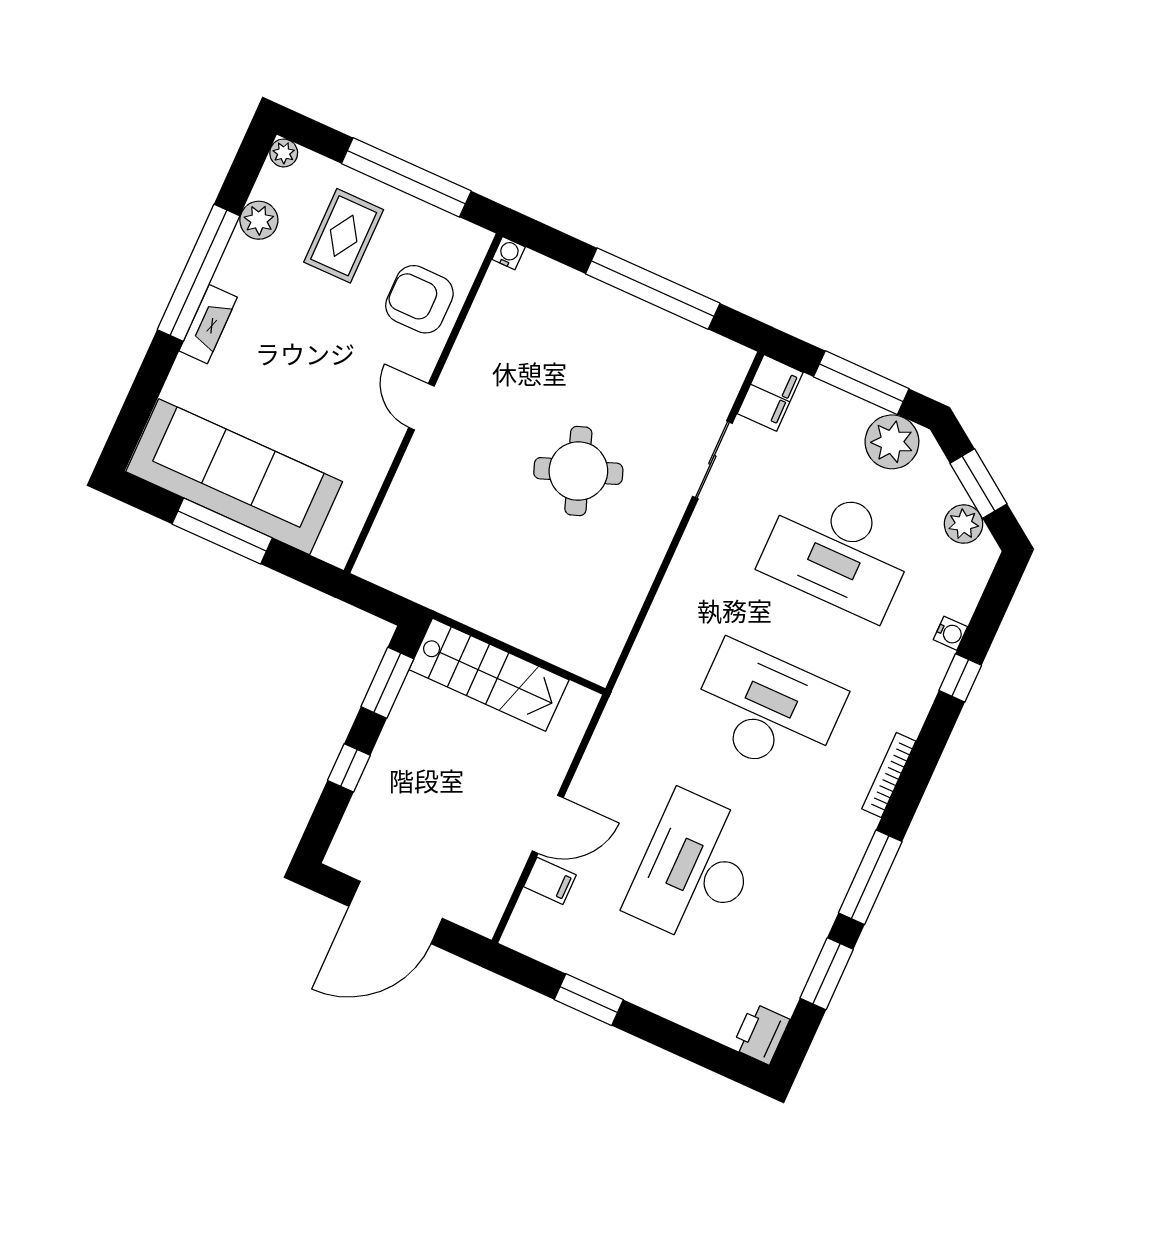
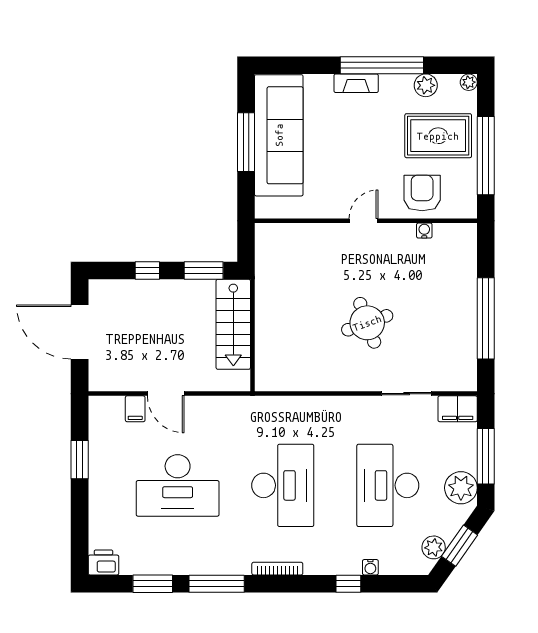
rug: (344, 236) -> (438, 136), width x1.36, depth x1.43
water cooler: (509, 253) -> (424, 231), moved, turned -90
desk: (695, 869) -> (178, 485), turned 180

